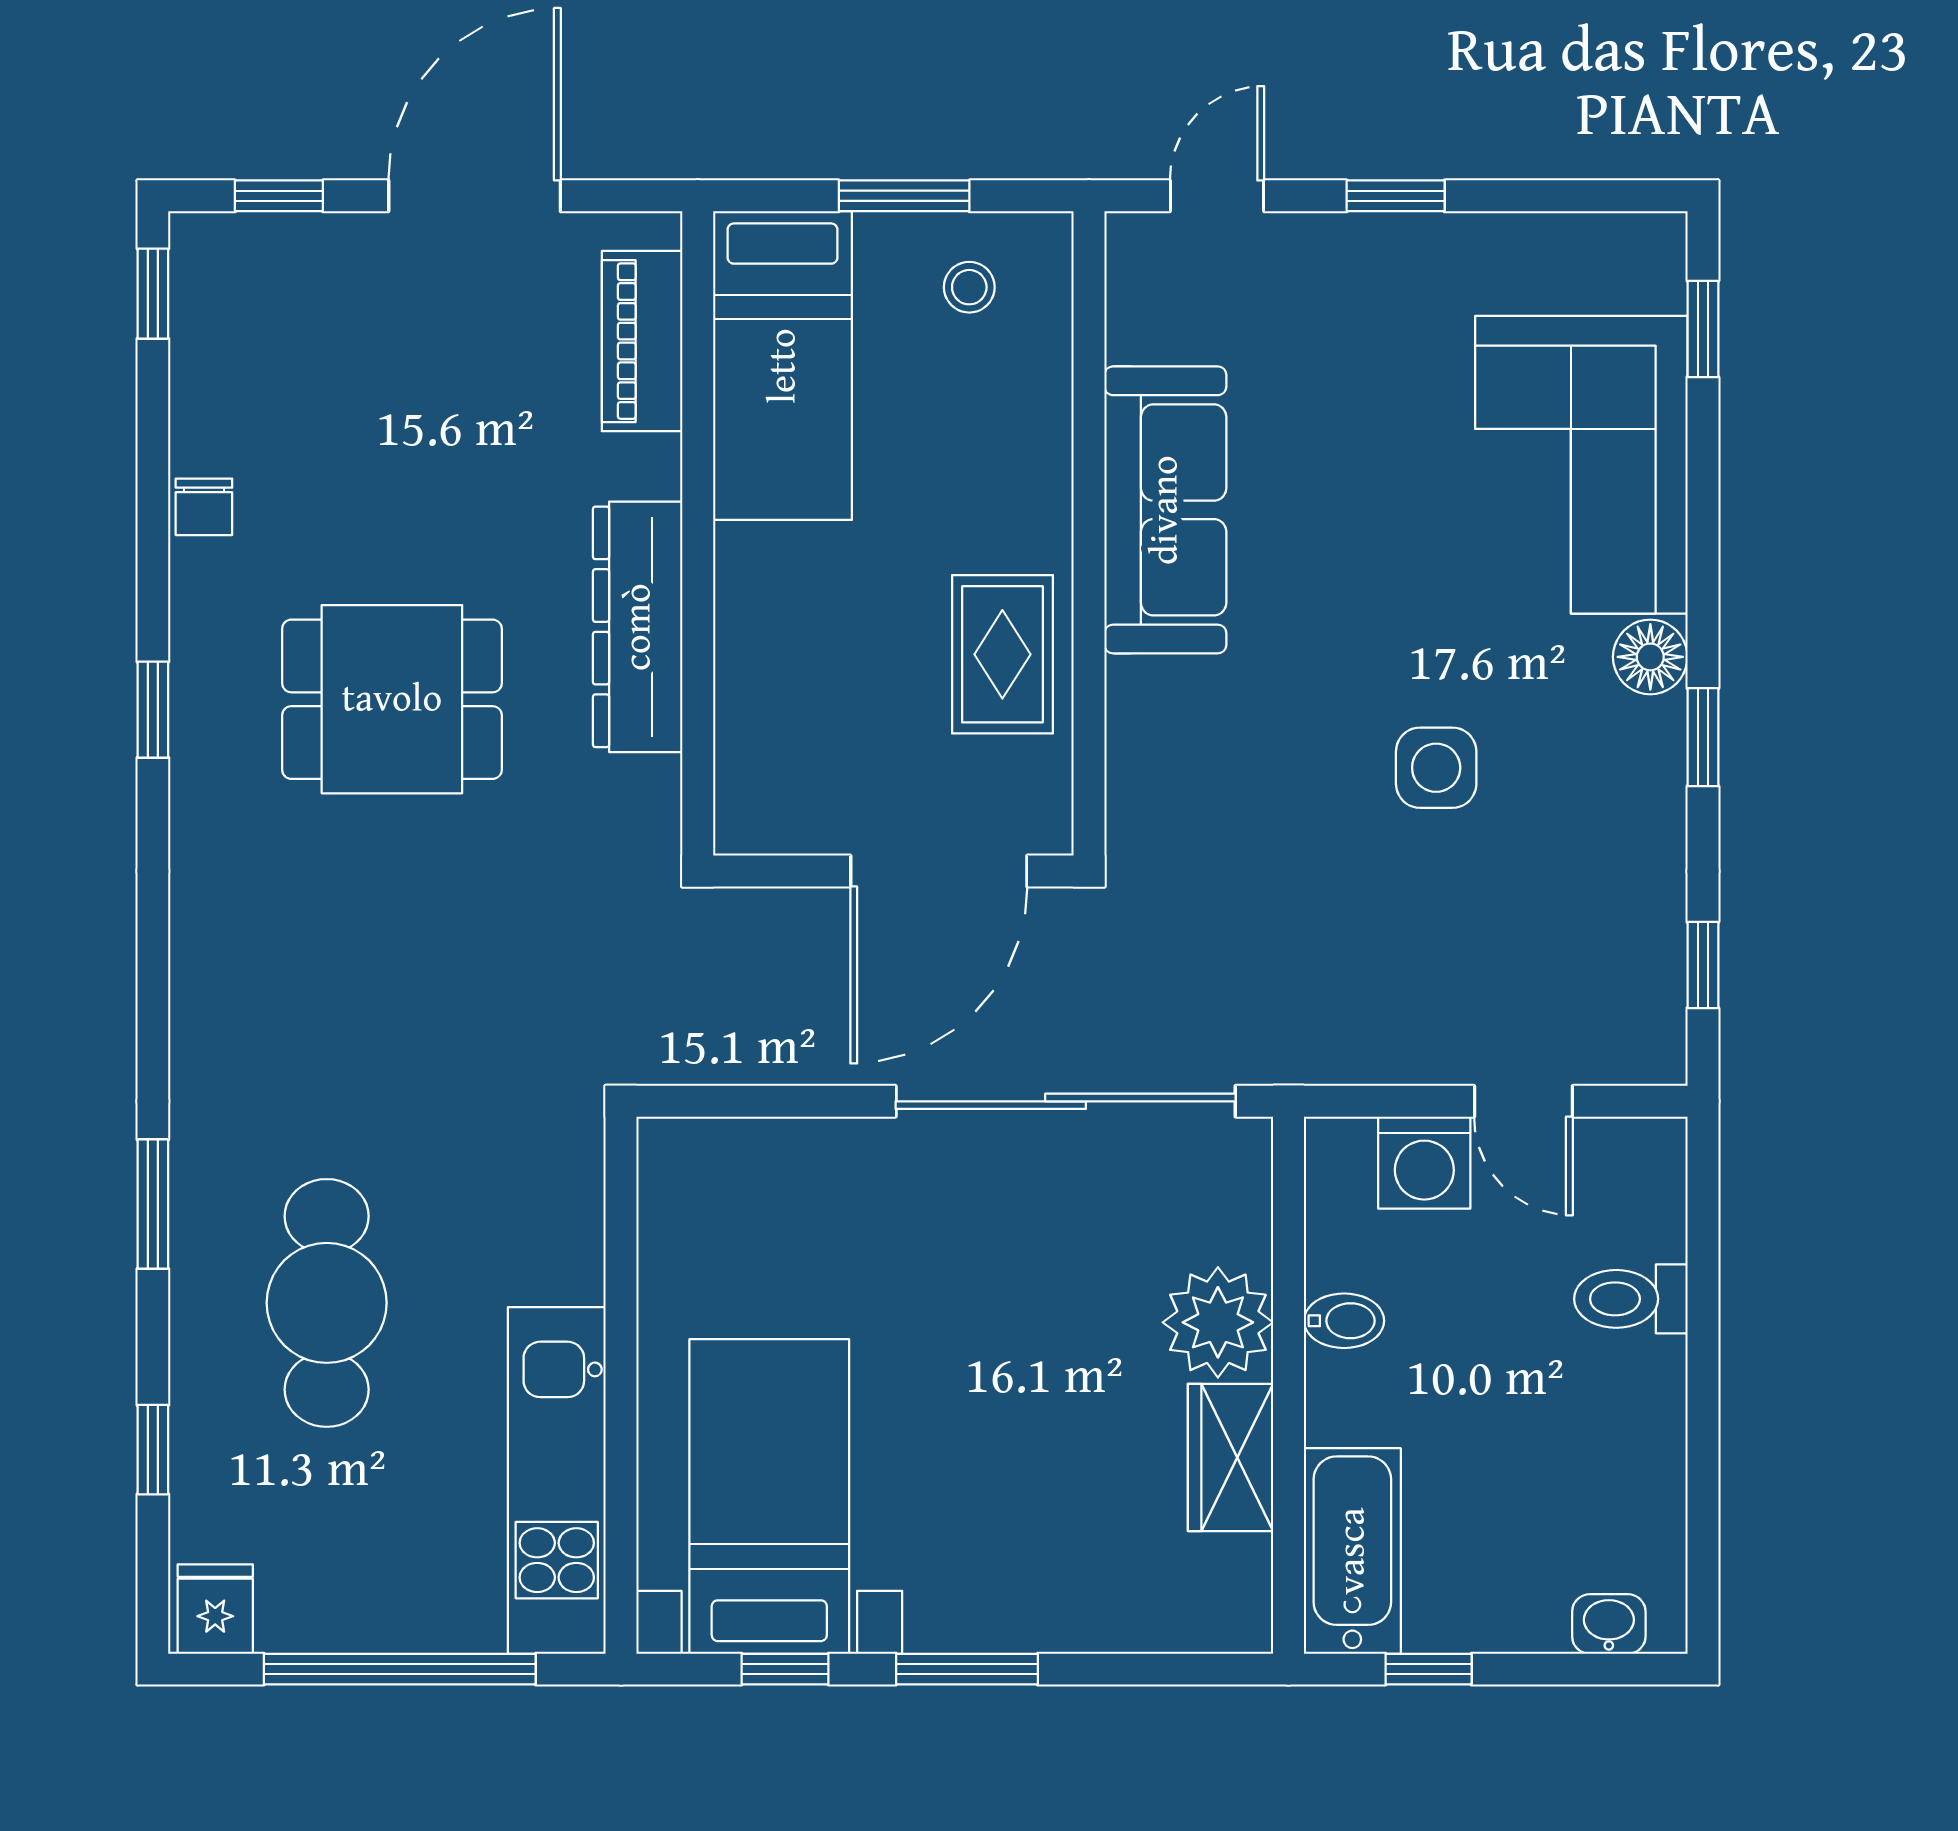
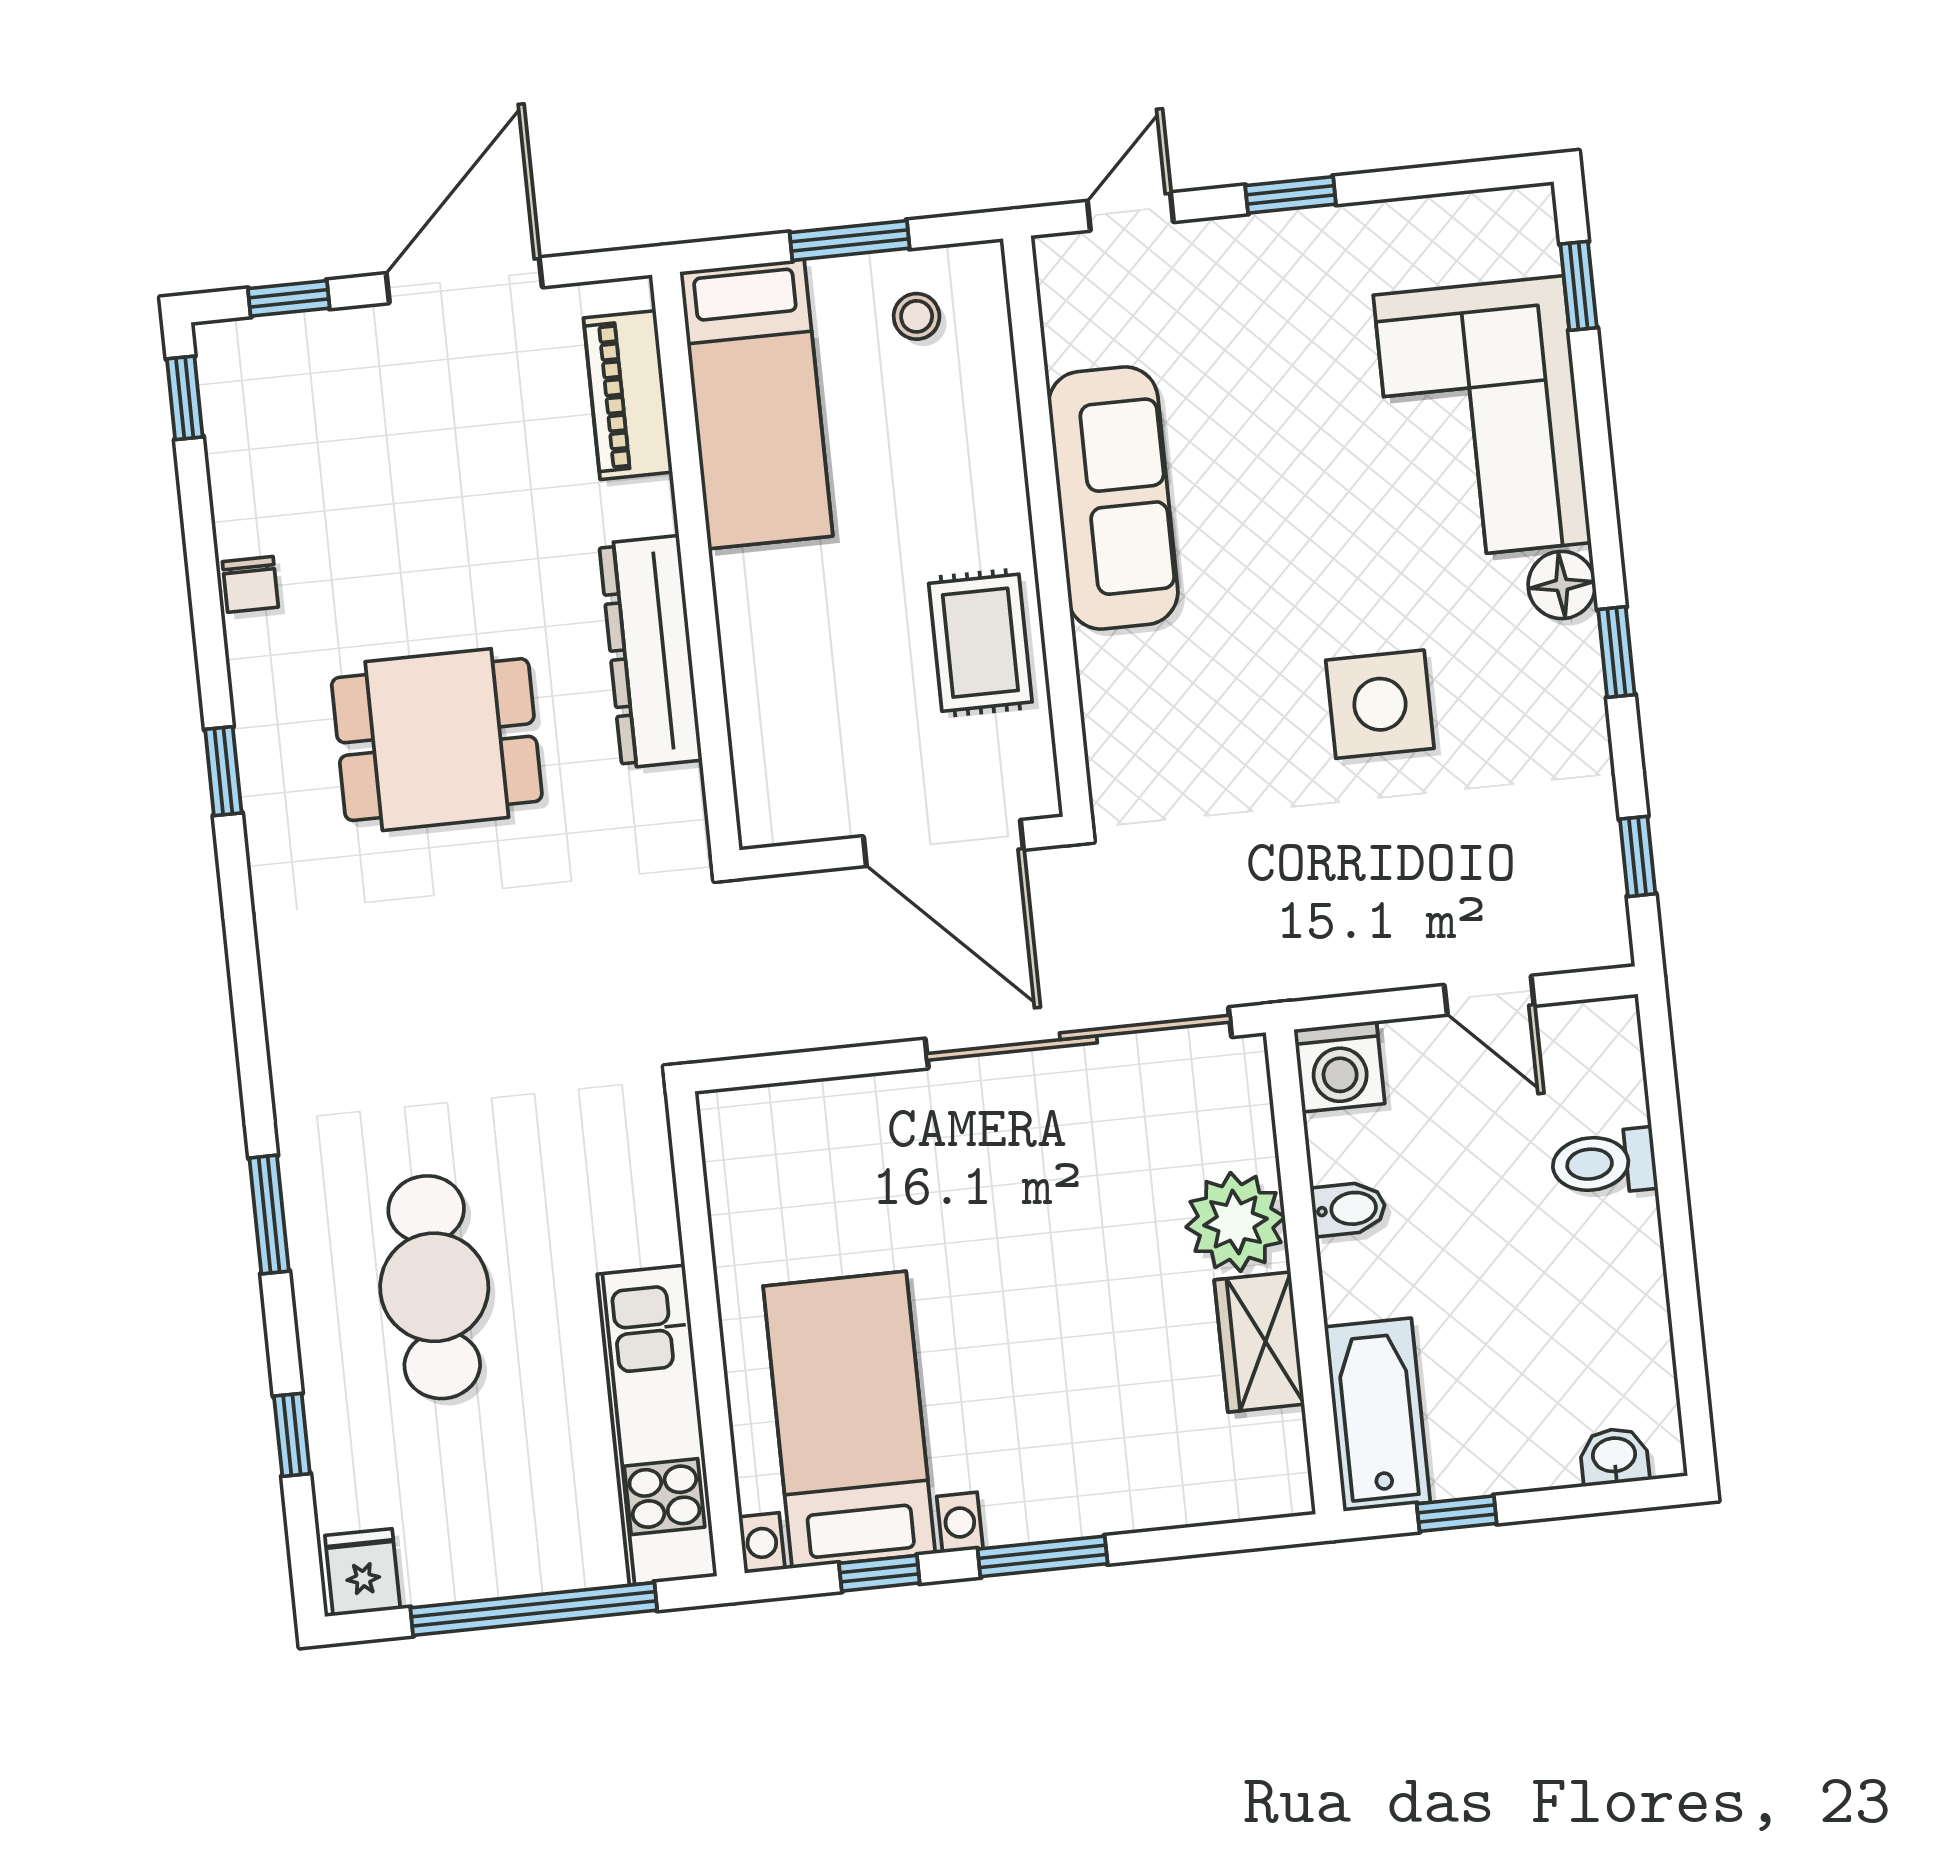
side table: (1436, 768) -> (1380, 704), width x1.37, depth x1.37
door: (939, 871) -> (943, 843), hinge flipped
washing machine: (1424, 1163) -> (1339, 1067), moved

